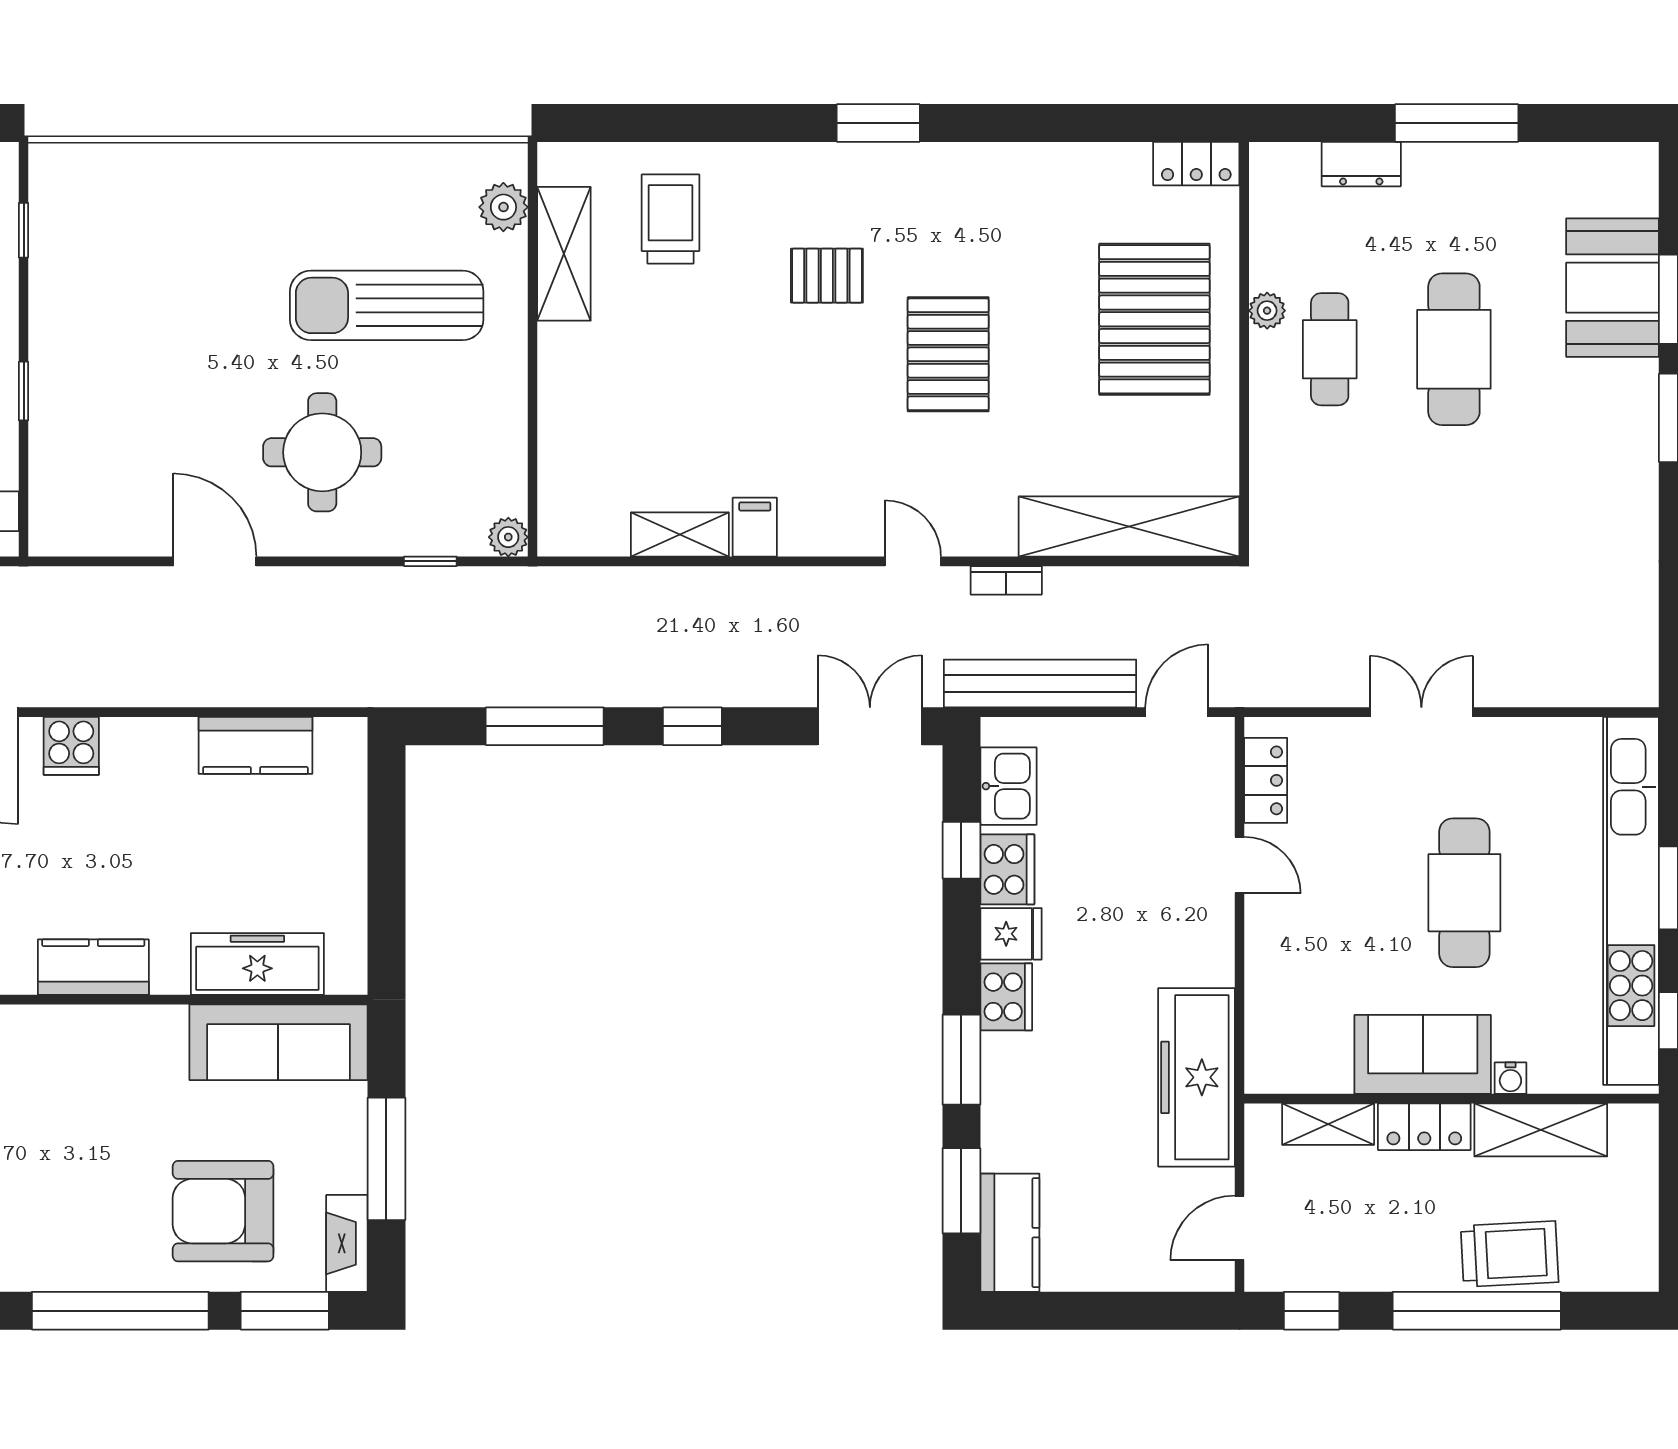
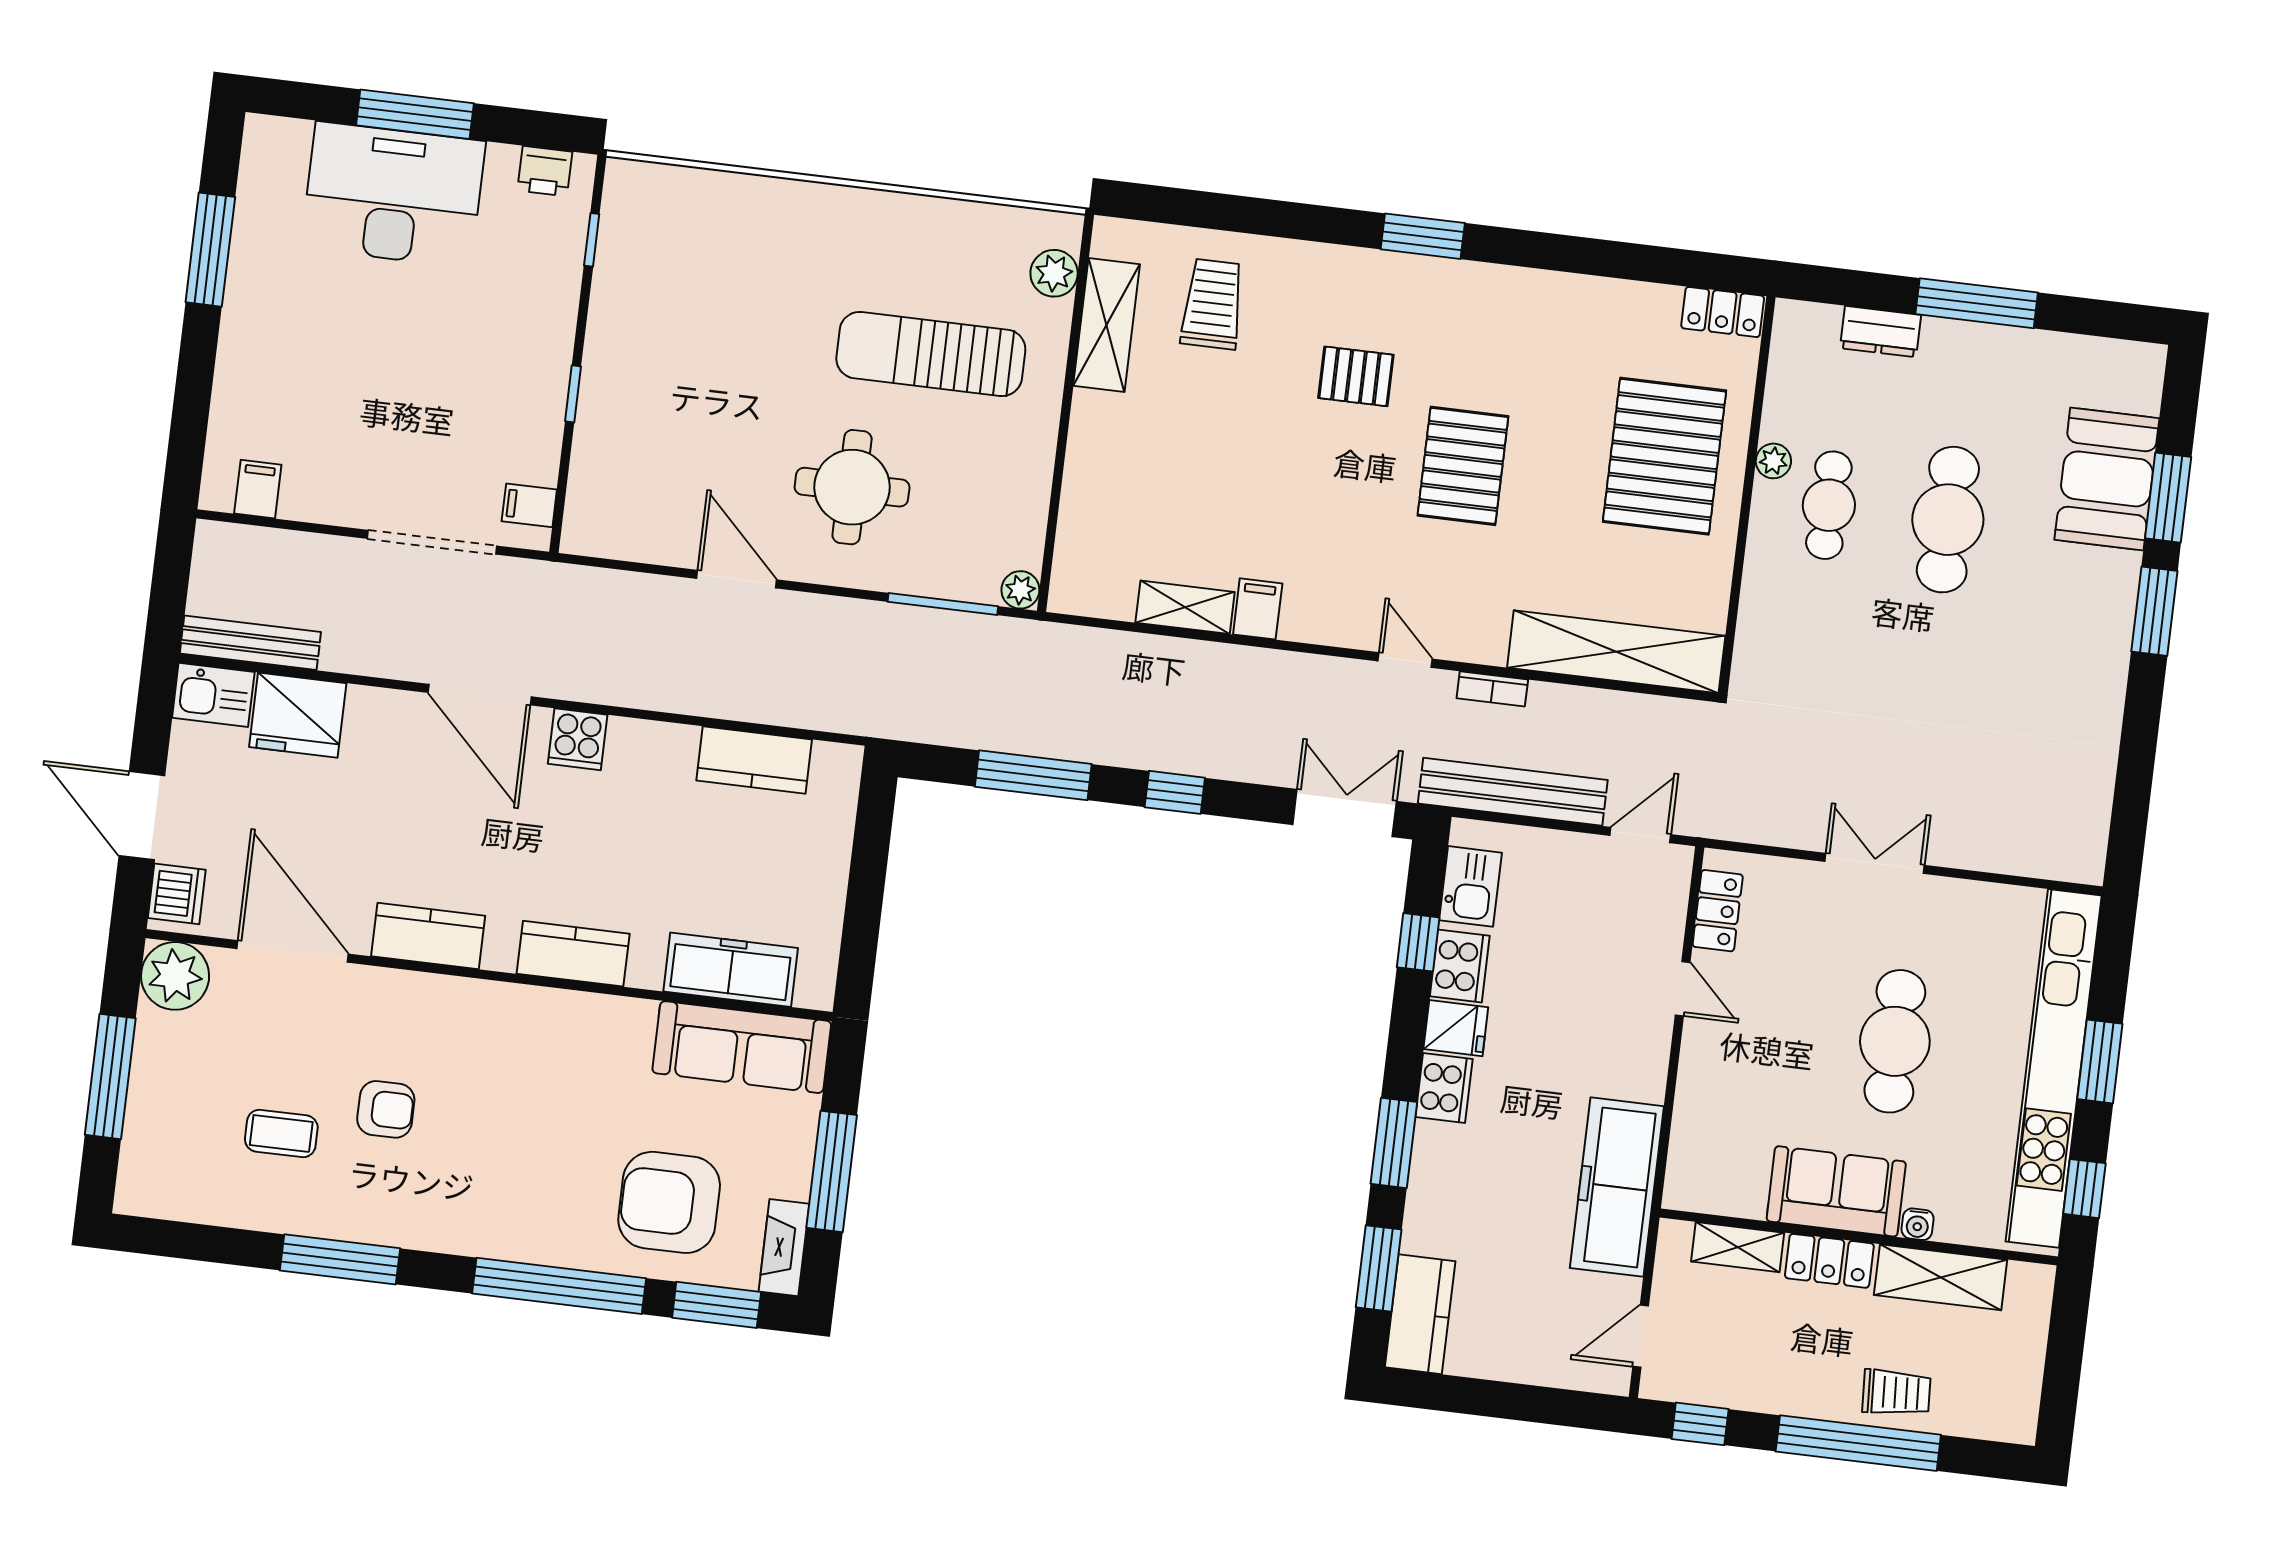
window: (430, 561) -> (943, 604), width x2.17
trolley: (1510, 1254) -> (1896, 1393), width x0.73, depth x0.72

